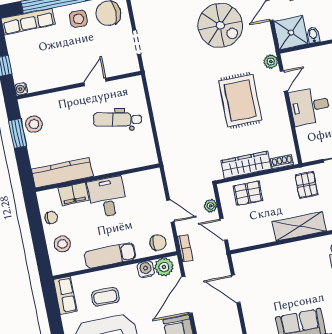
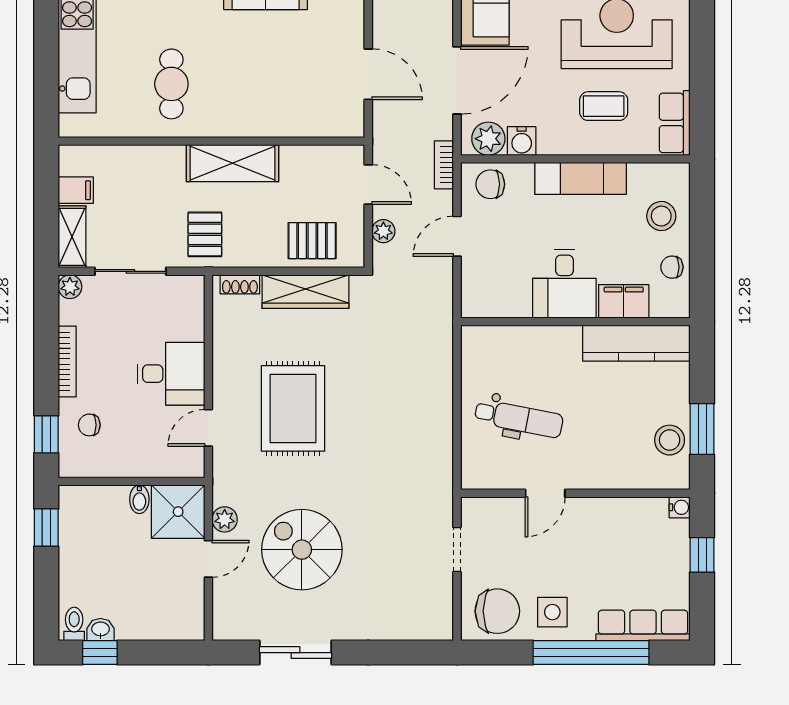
plant: (271, 62) -> (225, 519), moved
door: (170, 211) -> (457, 236), hinge flipped

